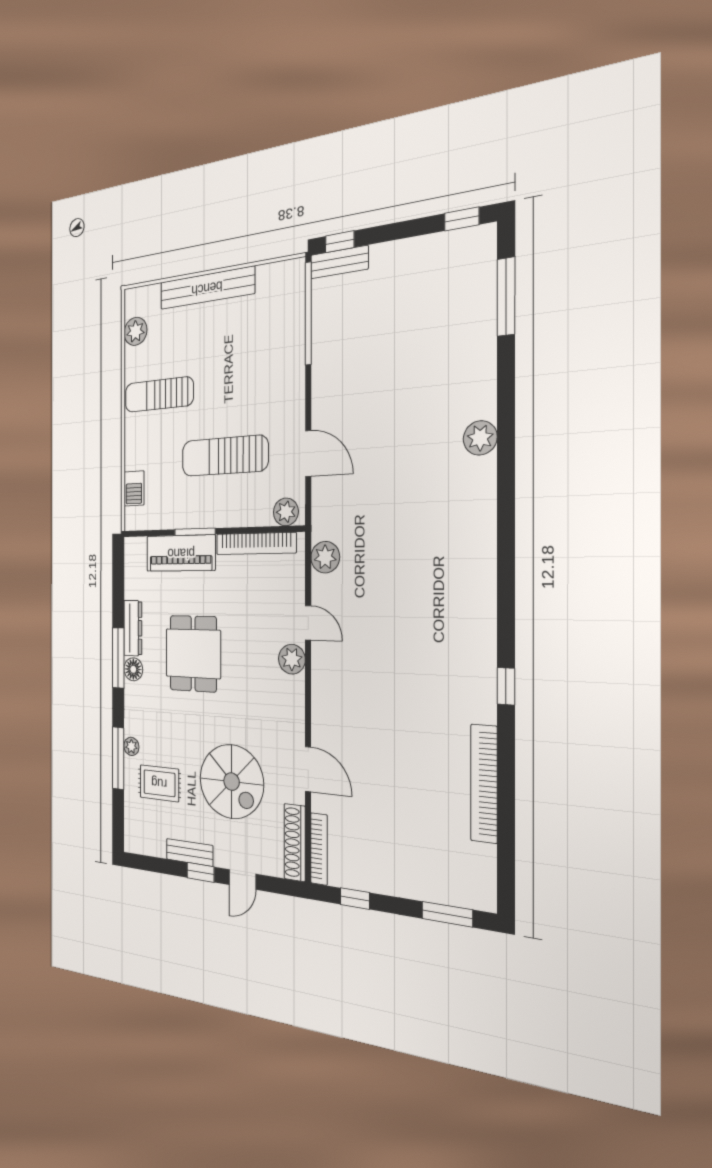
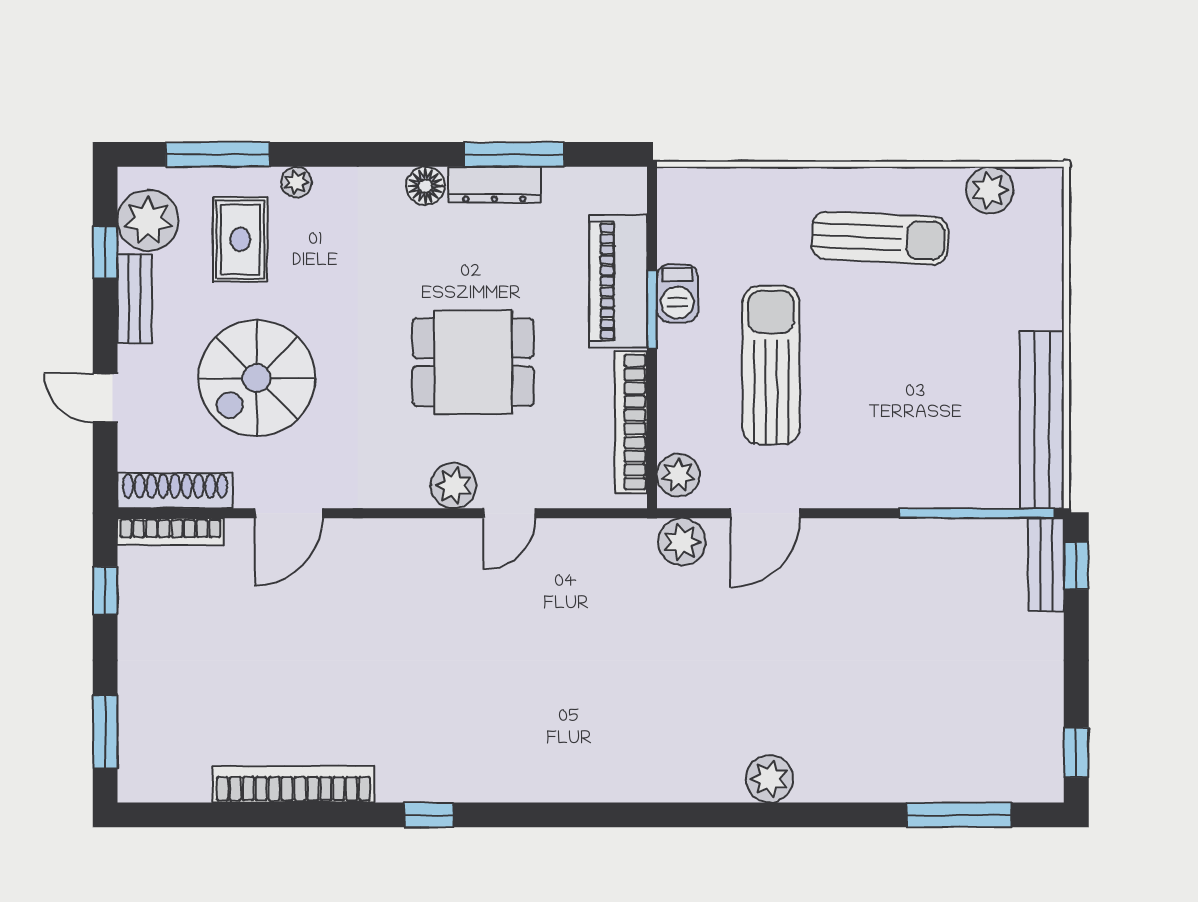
bench: (207, 288) -> (1042, 420), moved
sun lounger: (159, 395) -> (880, 238), turned 93
barbecue: (134, 488) -> (677, 293), moved, turned -90
plant: (325, 557) -> (682, 542), moved
dining table: (193, 654) -> (473, 362), moved
window: (118, 658) -> (514, 154), moved
window: (118, 758) -> (218, 154), moved
plant: (150, 838) -> (148, 221), added
window: (201, 872) -> (105, 252), moved

